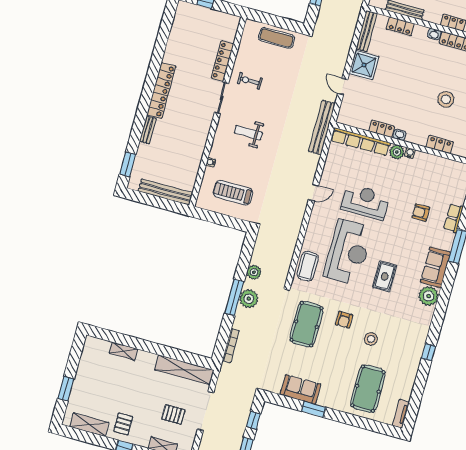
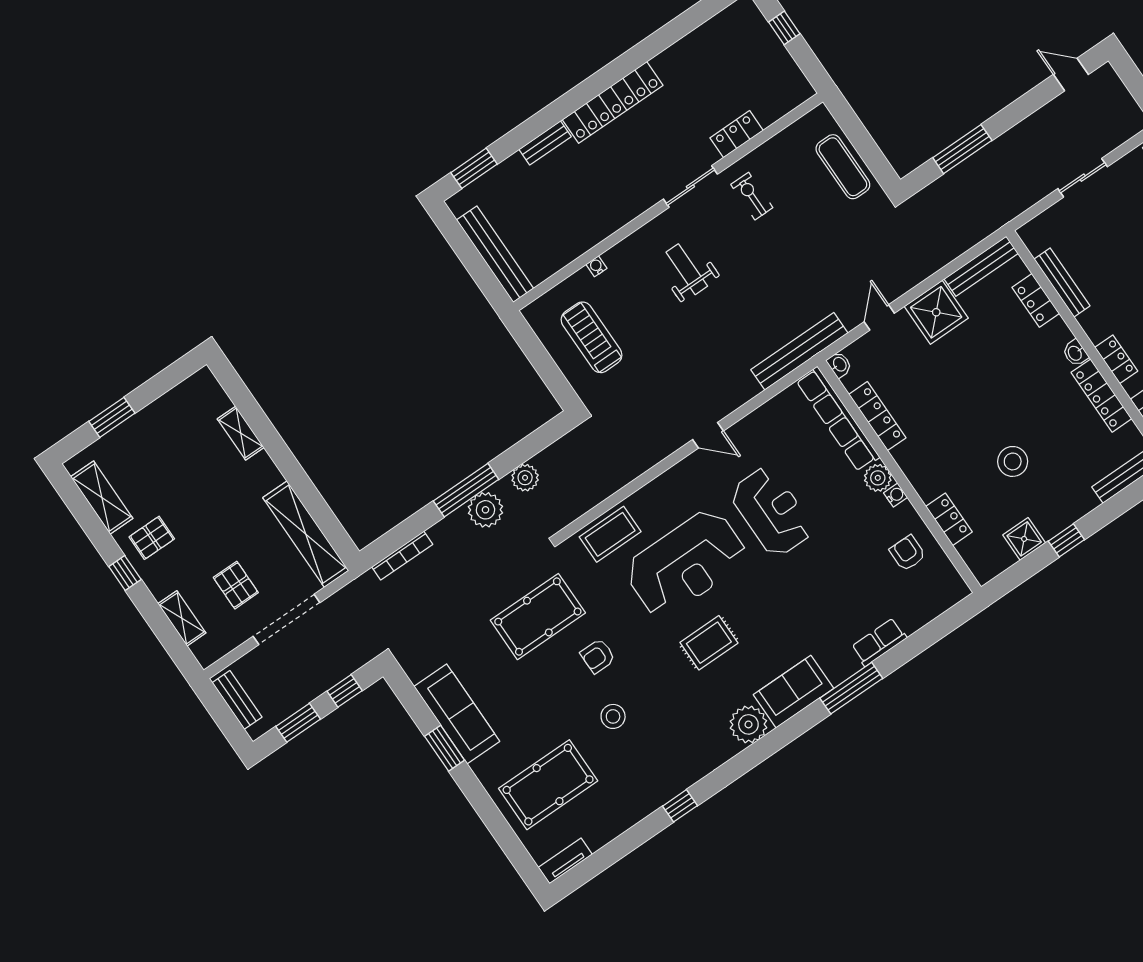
locker: (222, 61) -> (737, 134), width x0.66
locker: (382, 129) -> (877, 416), width x1.53
washbasin: (399, 135) -> (839, 365), moved
armchair: (421, 213) -> (907, 553), moved
sofa: (300, 389) -> (457, 714), width x1.36

